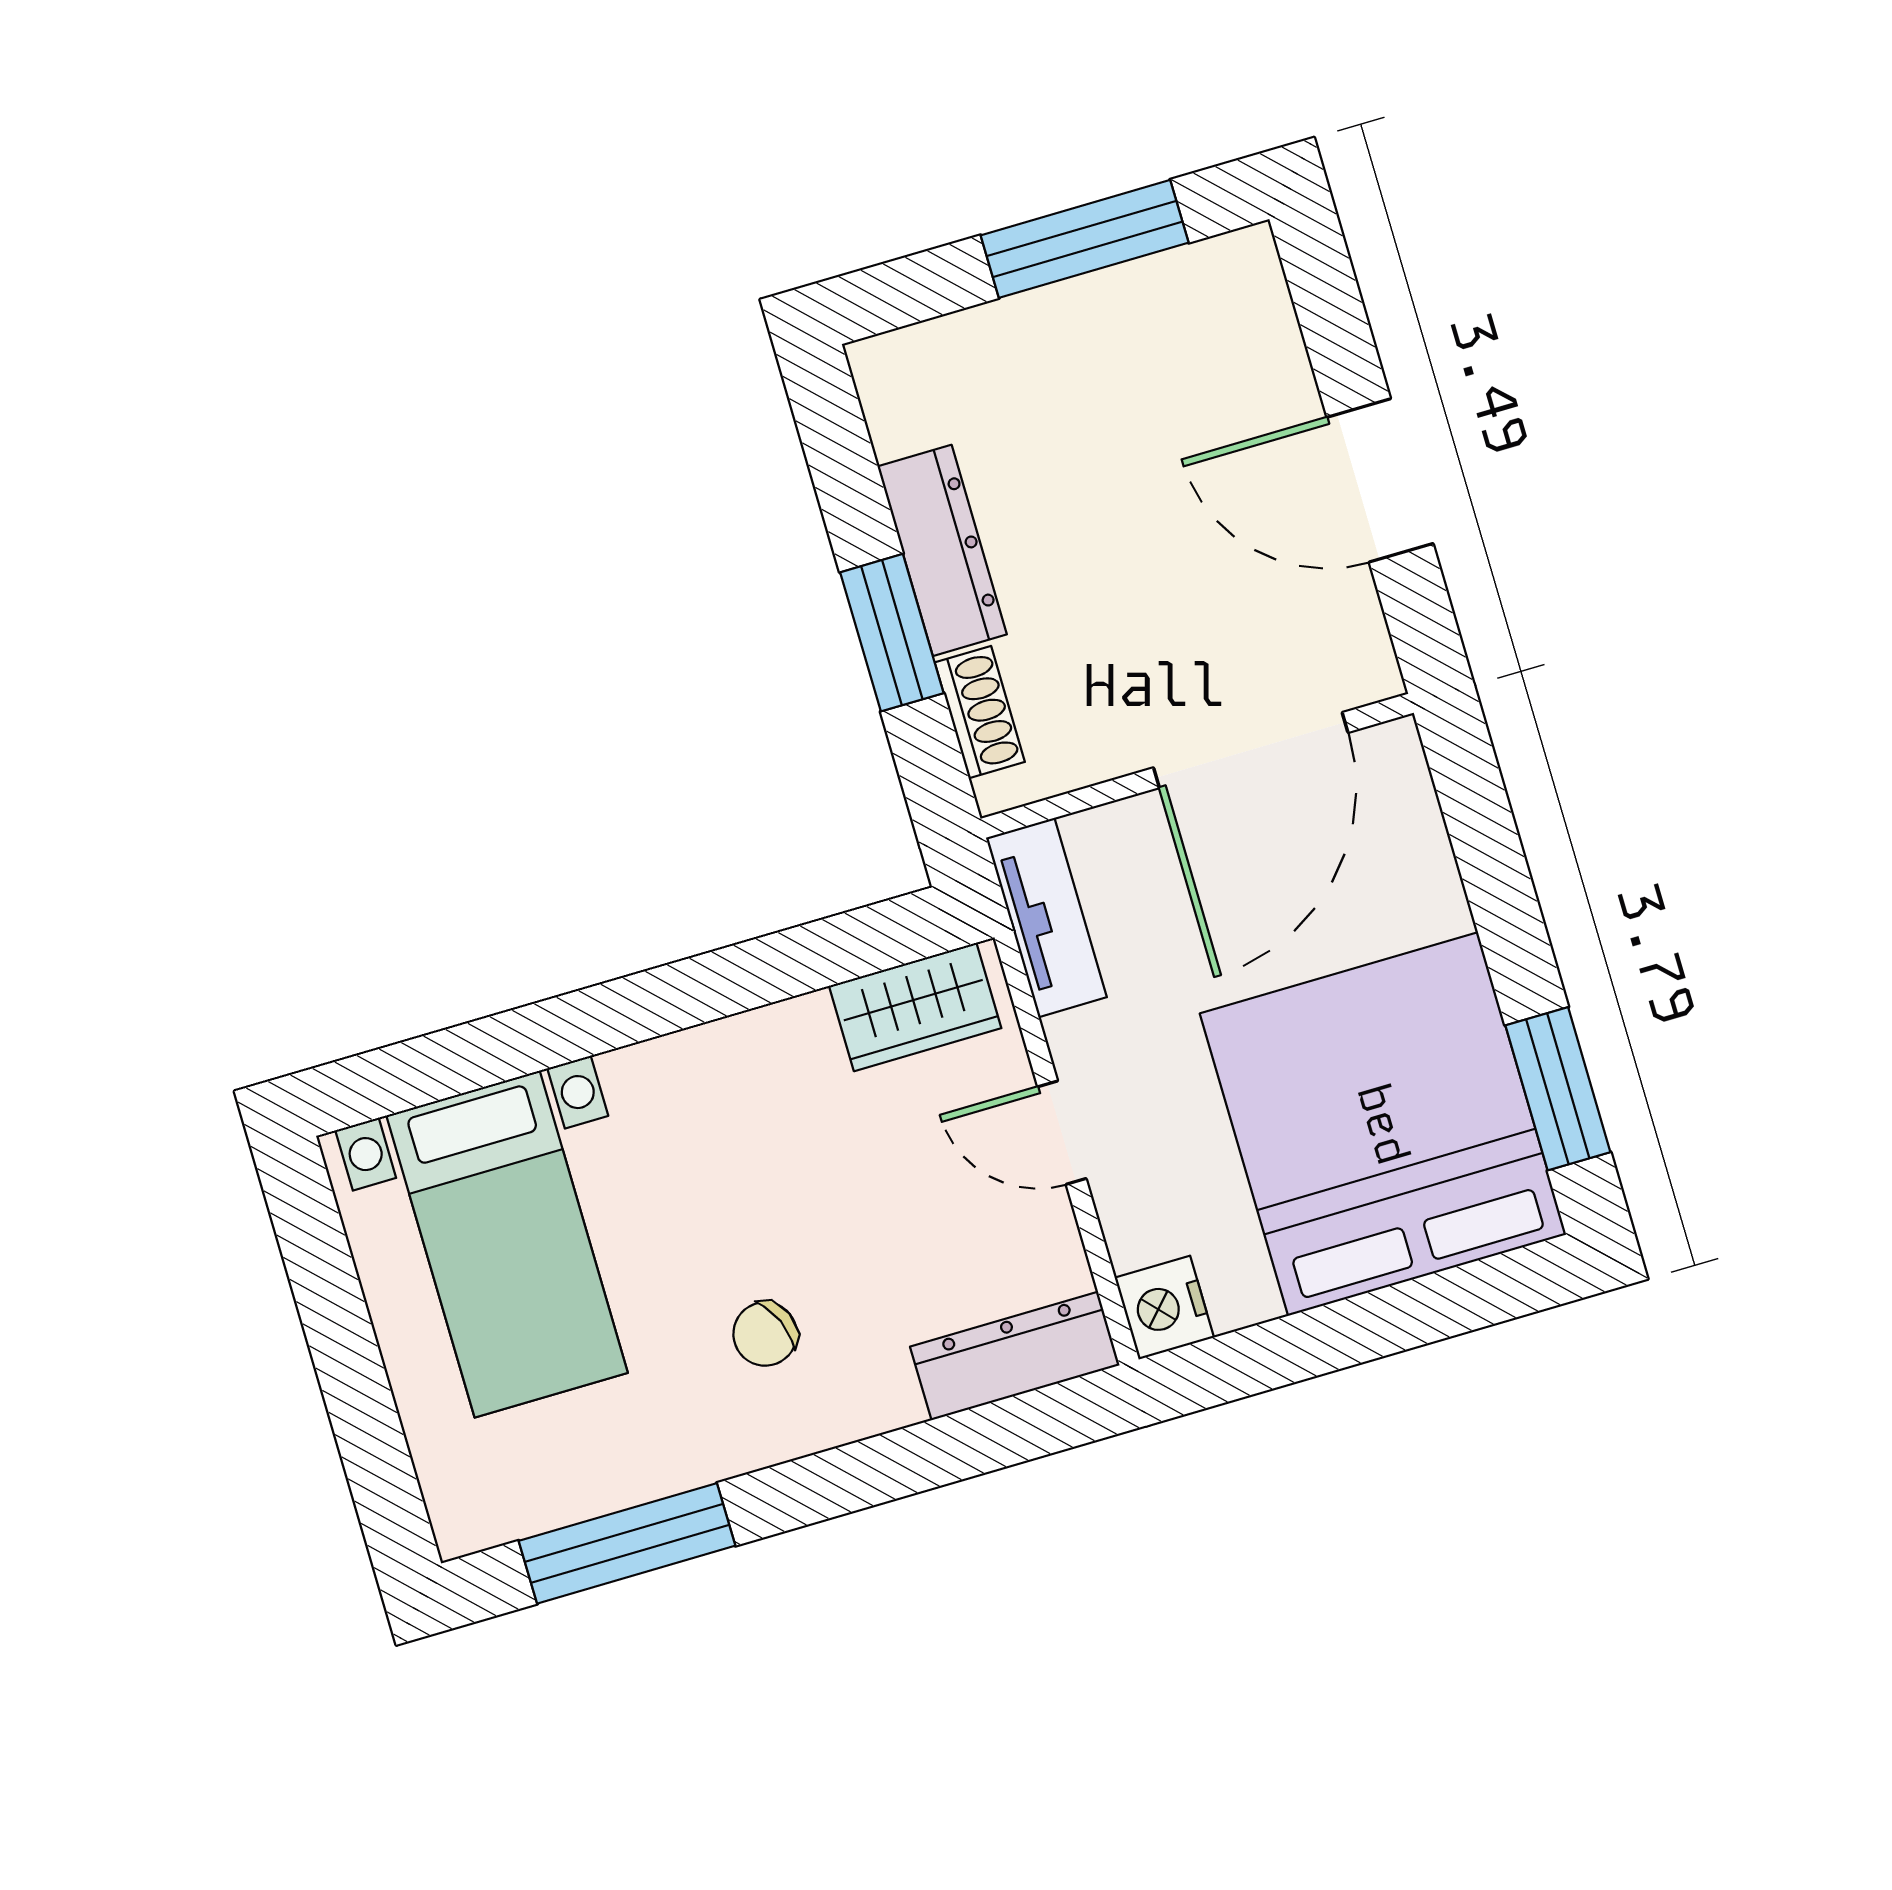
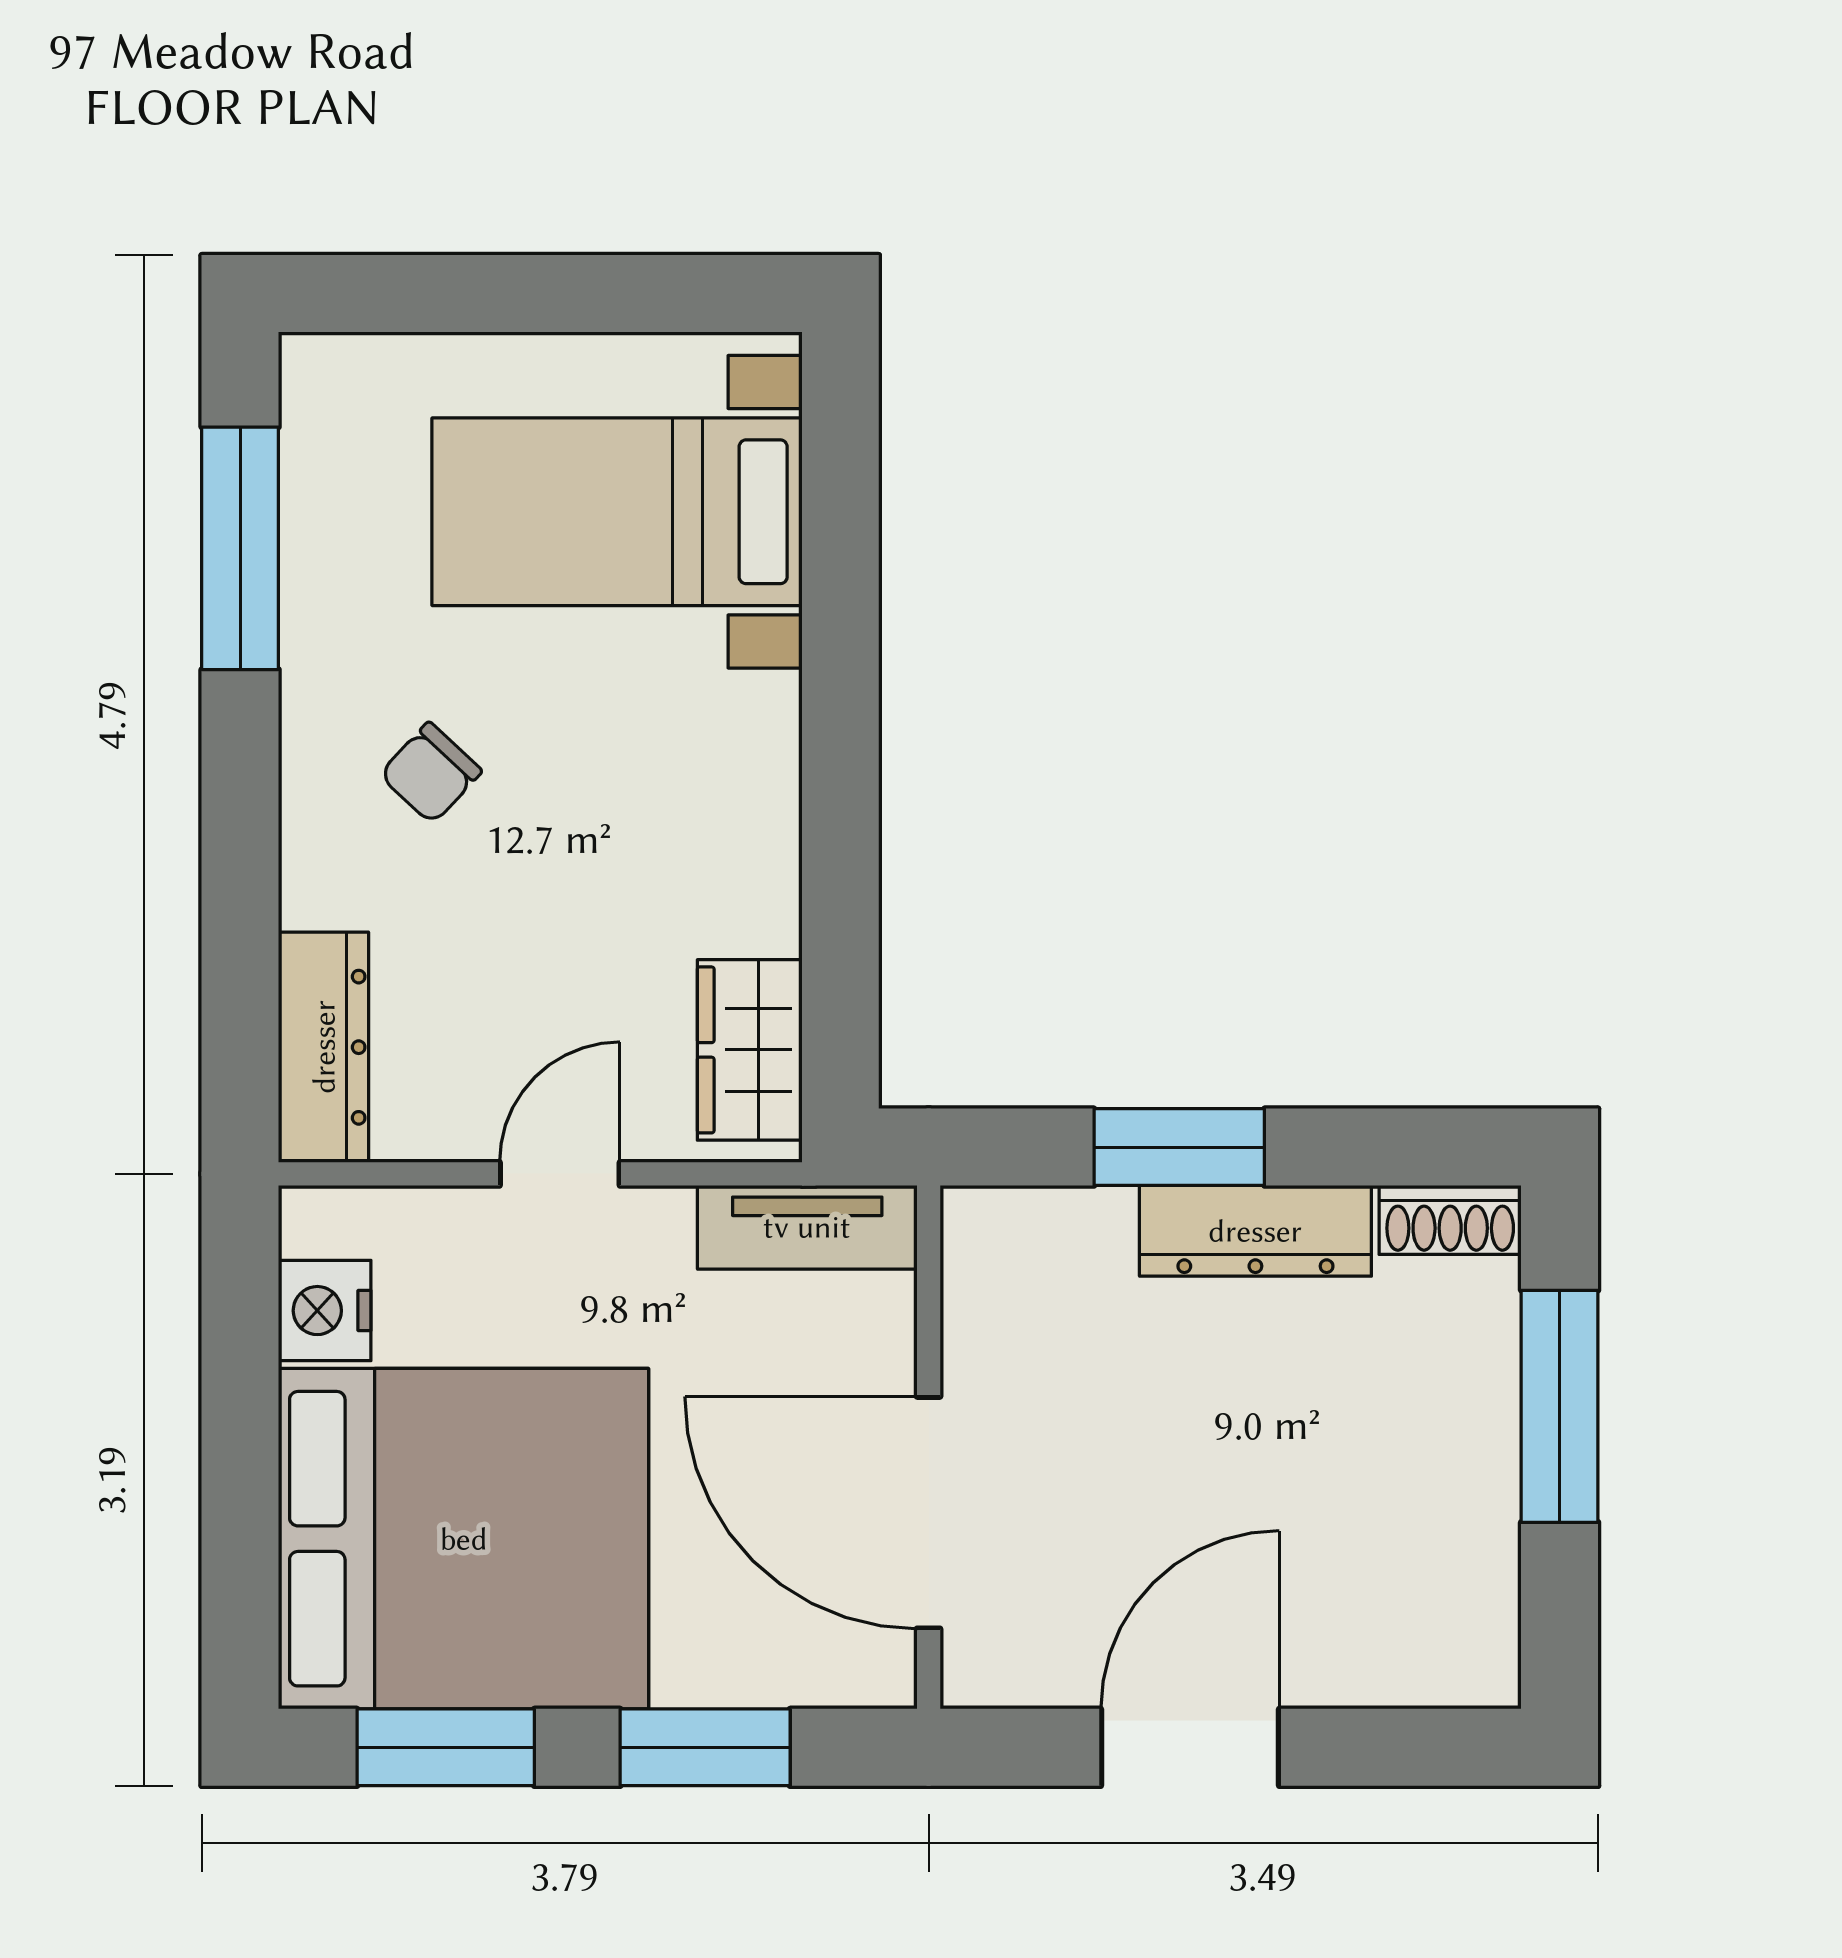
window: (1085, 239) -> (1560, 1406), moved
shoe rack: (980, 712) -> (1450, 1220), moved
window: (1496, 877) -> (705, 1747), added
nightstand: (1164, 1308) -> (325, 1311), moved, turned -90
chair: (765, 1334) -> (431, 773), turned -114

